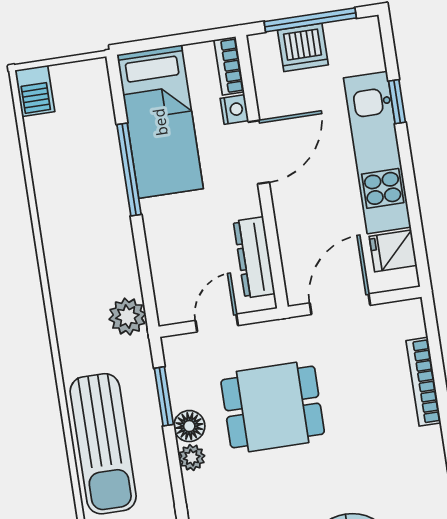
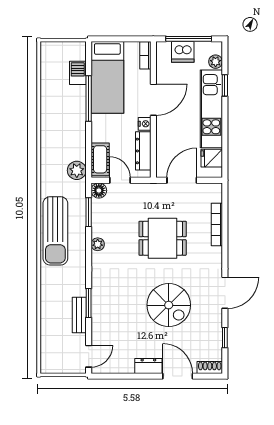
plant: (371, 57) -> (216, 62), added
barbecue: (35, 91) -> (78, 73), moved, turned 180
nightstand: (234, 109) -> (145, 124), moved
cot: (171, 287) -> (100, 159), added
door: (217, 323) -> (120, 180), hinge flipped
dining table: (273, 407) -> (163, 238), moved
floor lamp: (189, 426) -> (99, 190), moved

